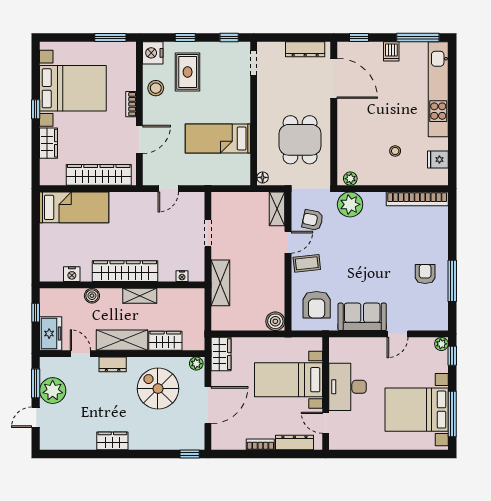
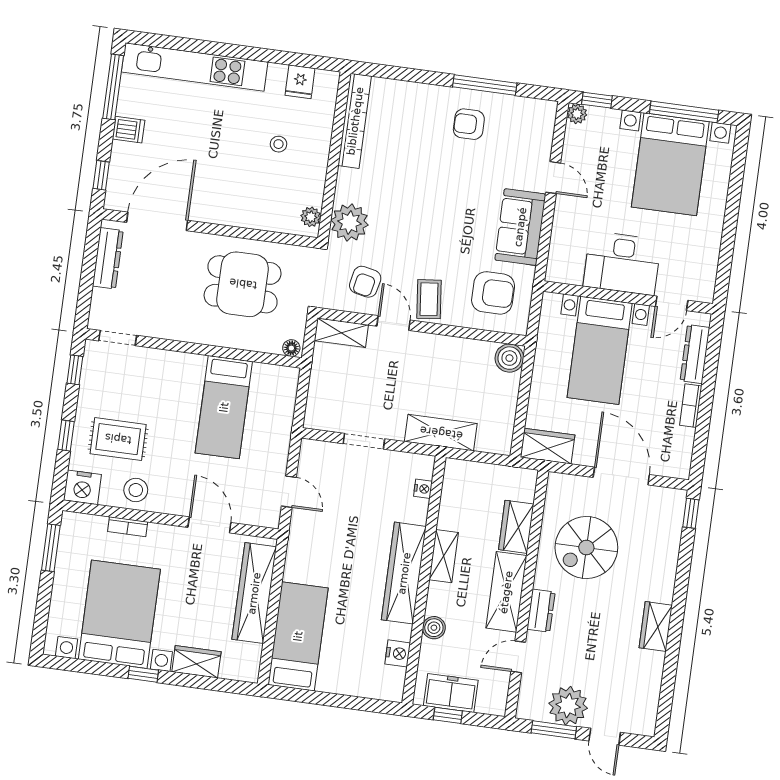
bookcase: (131, 104) -> (128, 527), moved
freezer: (51, 334) -> (451, 693), moved
plant: (196, 364) -> (557, 485), removed

